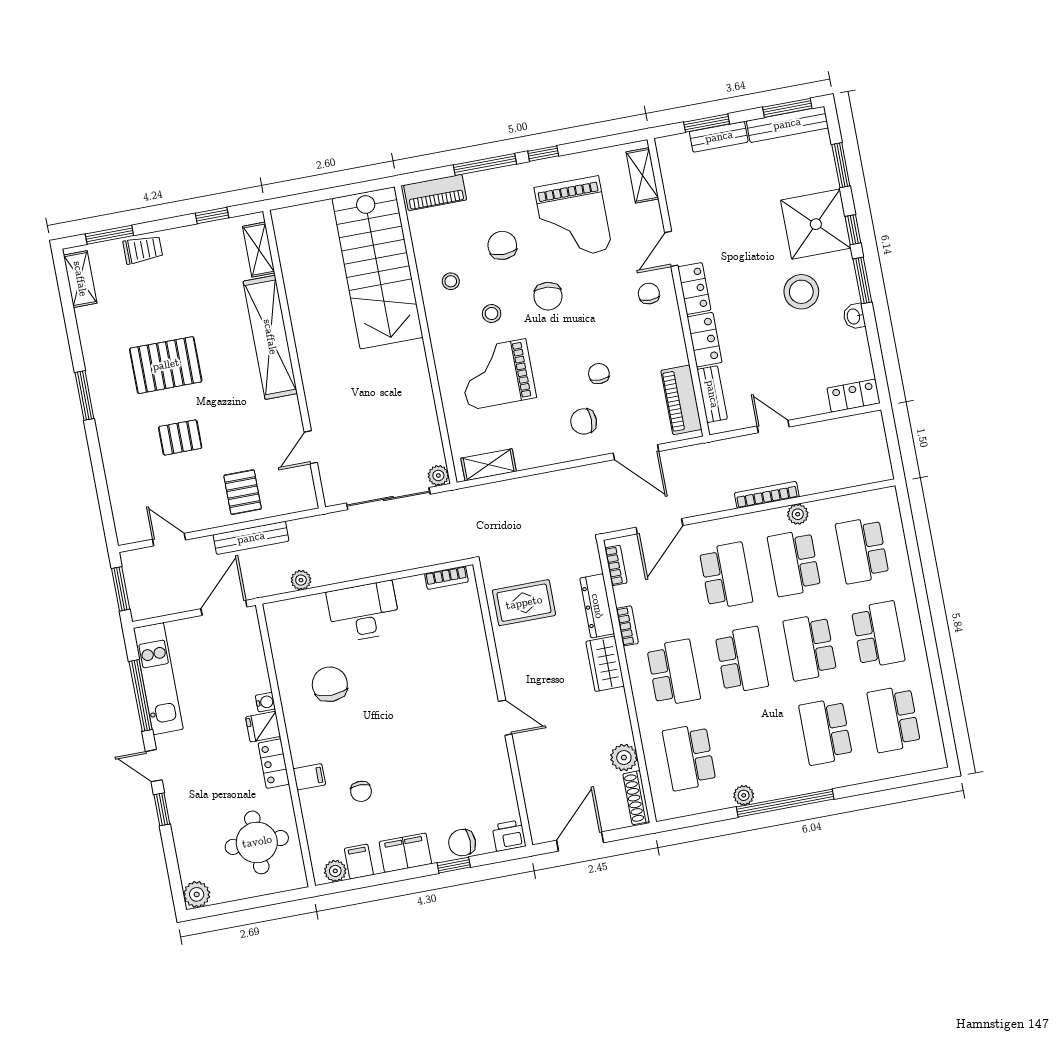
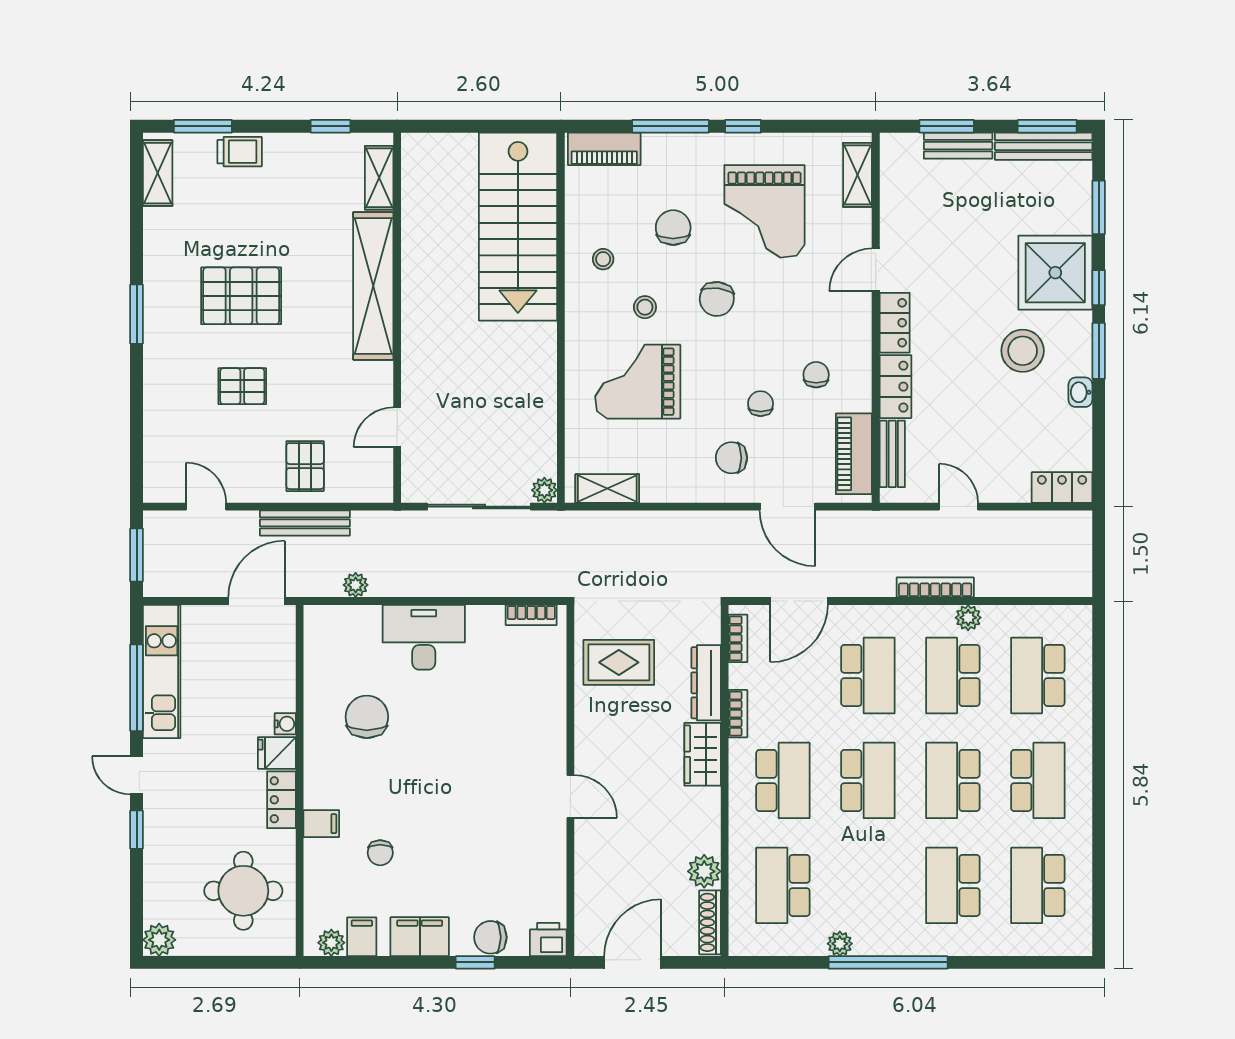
chair: (649, 294) -> (816, 375), moved

